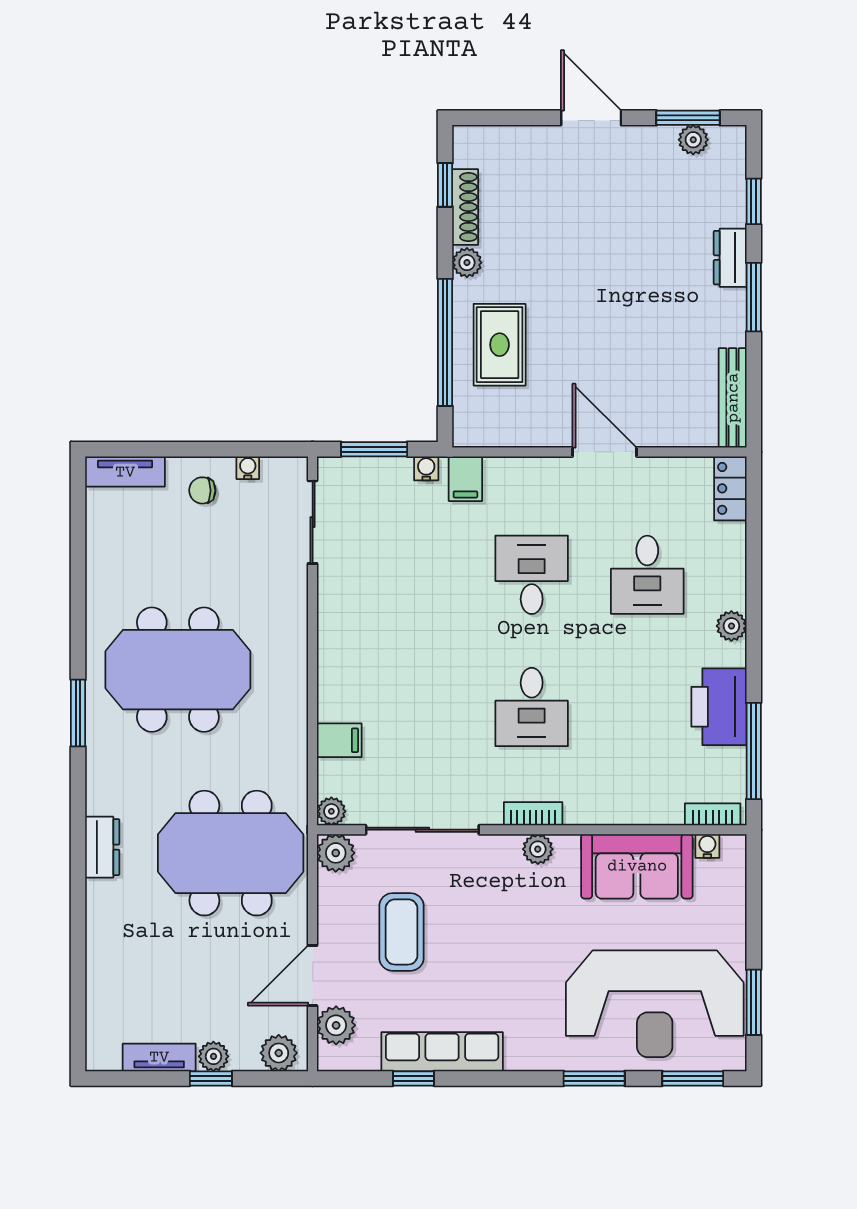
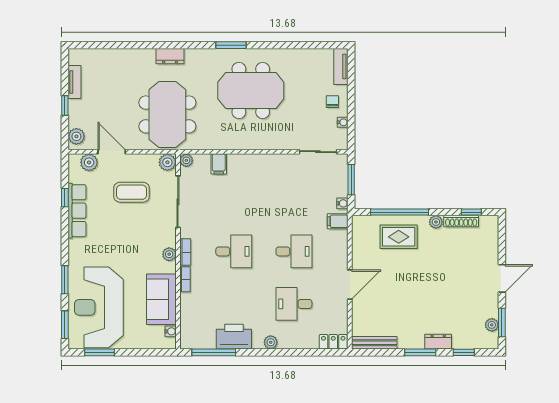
meeting table: (178, 670) -> (251, 90), turned 90
desk: (532, 707) -> (234, 251), turned 180
bookcase: (713, 814) -> (185, 279), moved
plant: (213, 1056) -> (75, 107), removed

